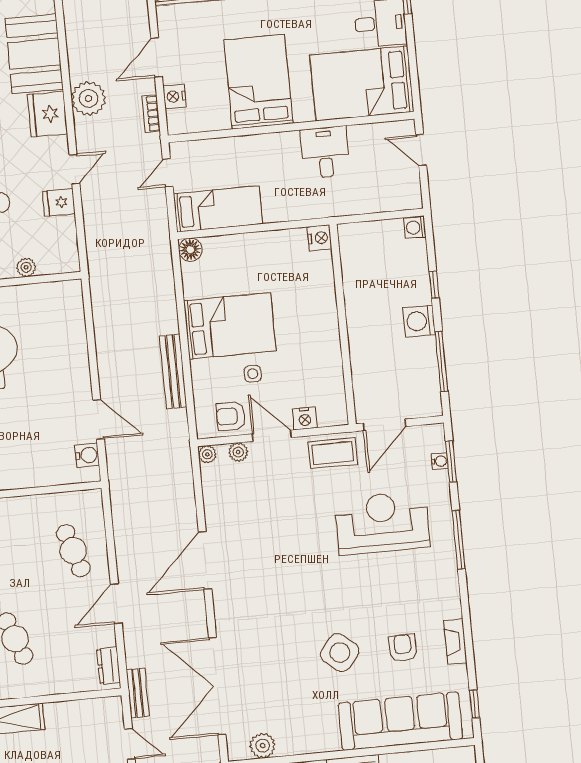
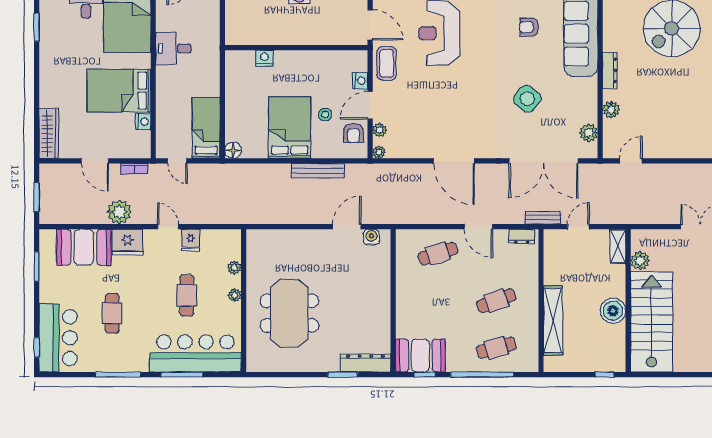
nightstand: (175, 96) -> (143, 122), moved, turned -90
nightstand: (319, 238) -> (264, 58), moved
side table: (340, 653) -> (527, 99), moved

